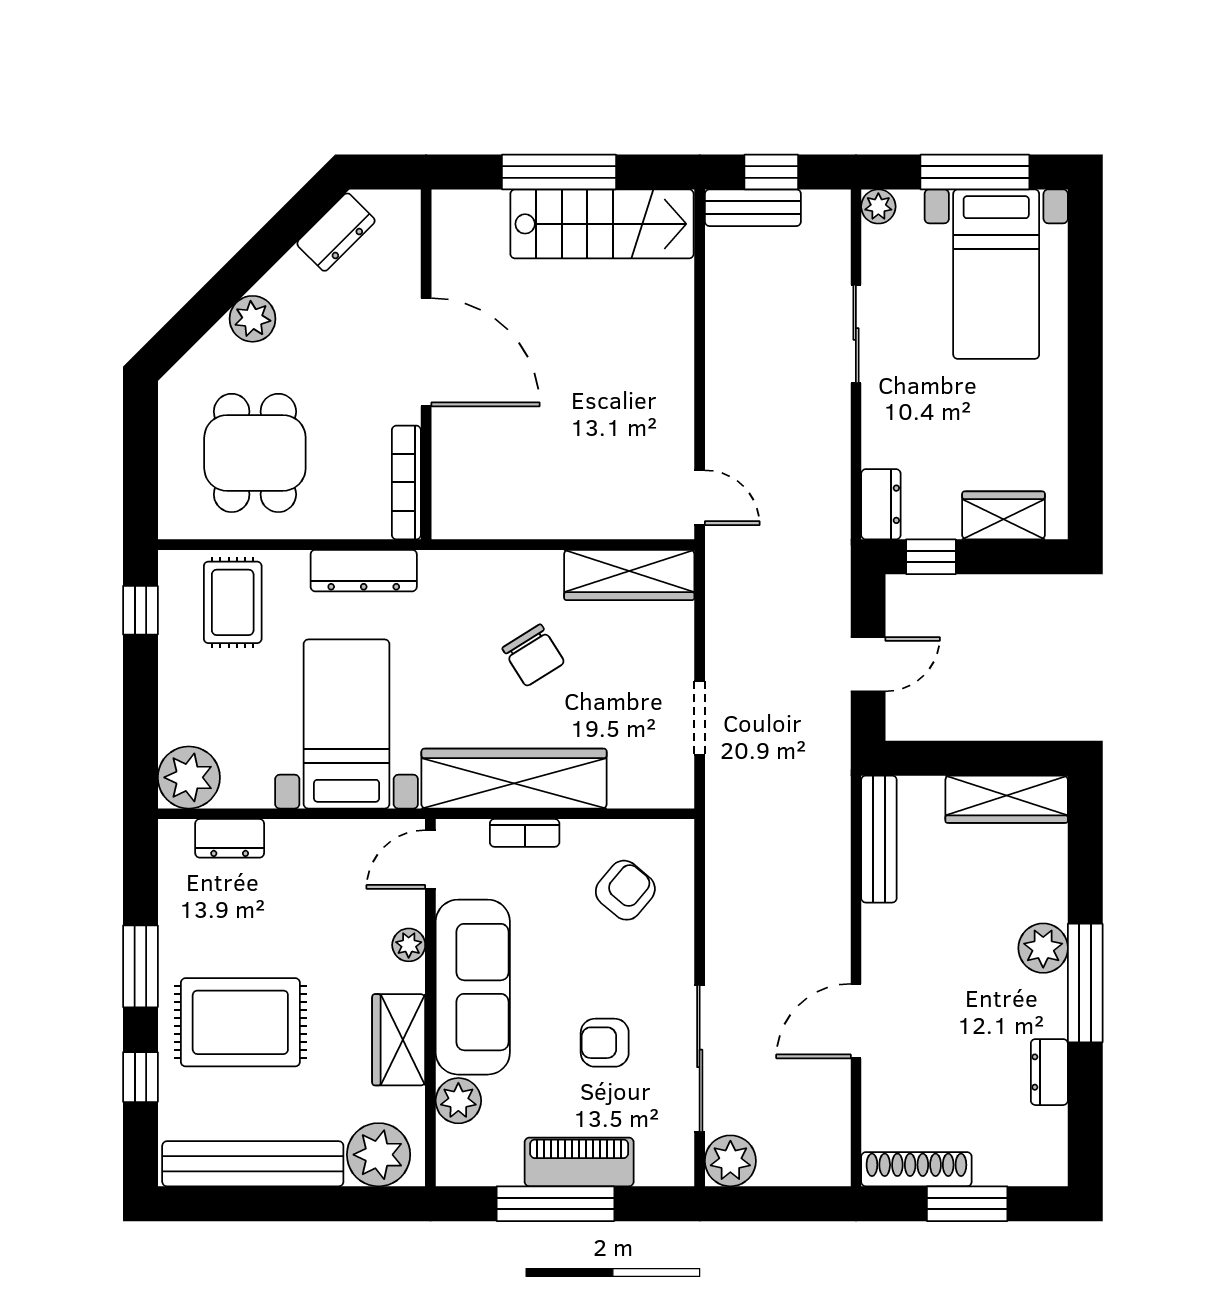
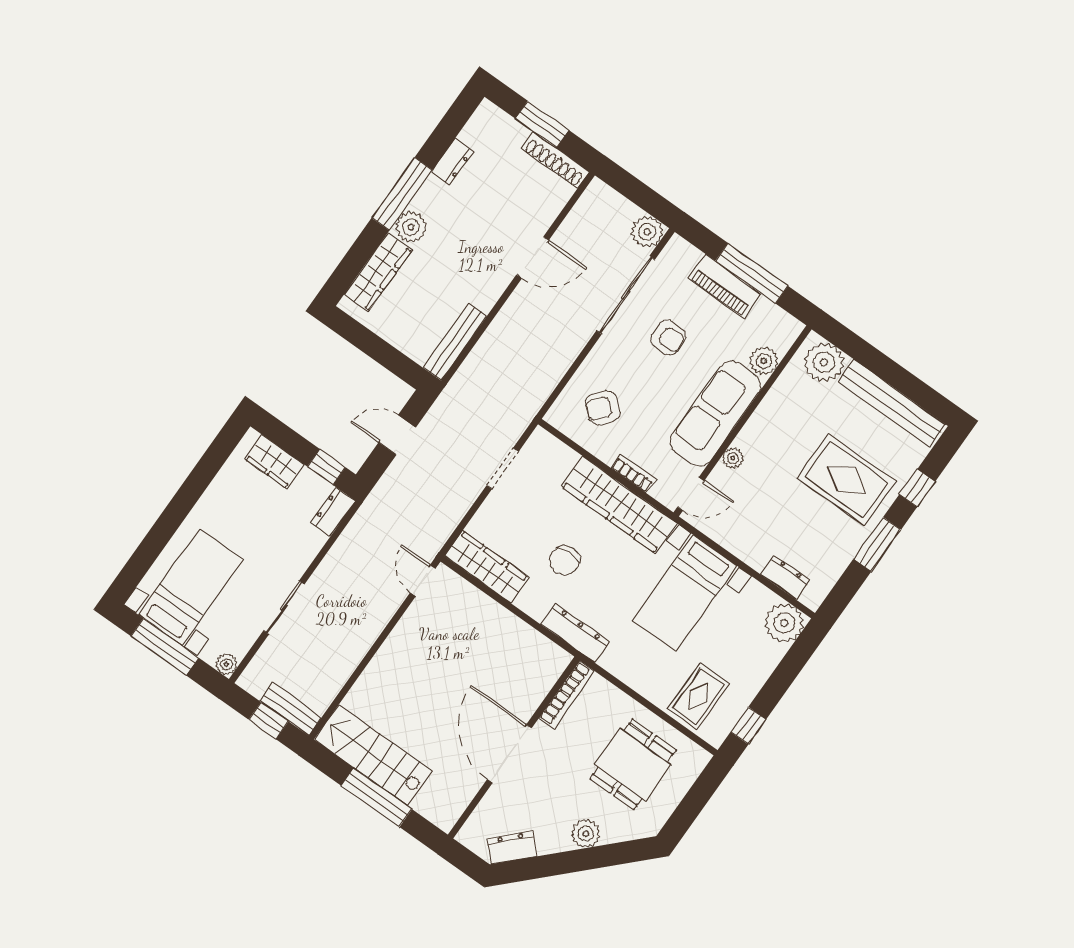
dresser: (364, 571) -> (575, 633), moved
chair: (533, 655) -> (564, 561), turned -148
wardrobe: (1007, 799) -> (378, 272), moved, turned 90
wardrobe: (399, 1040) -> (772, 413), removed

